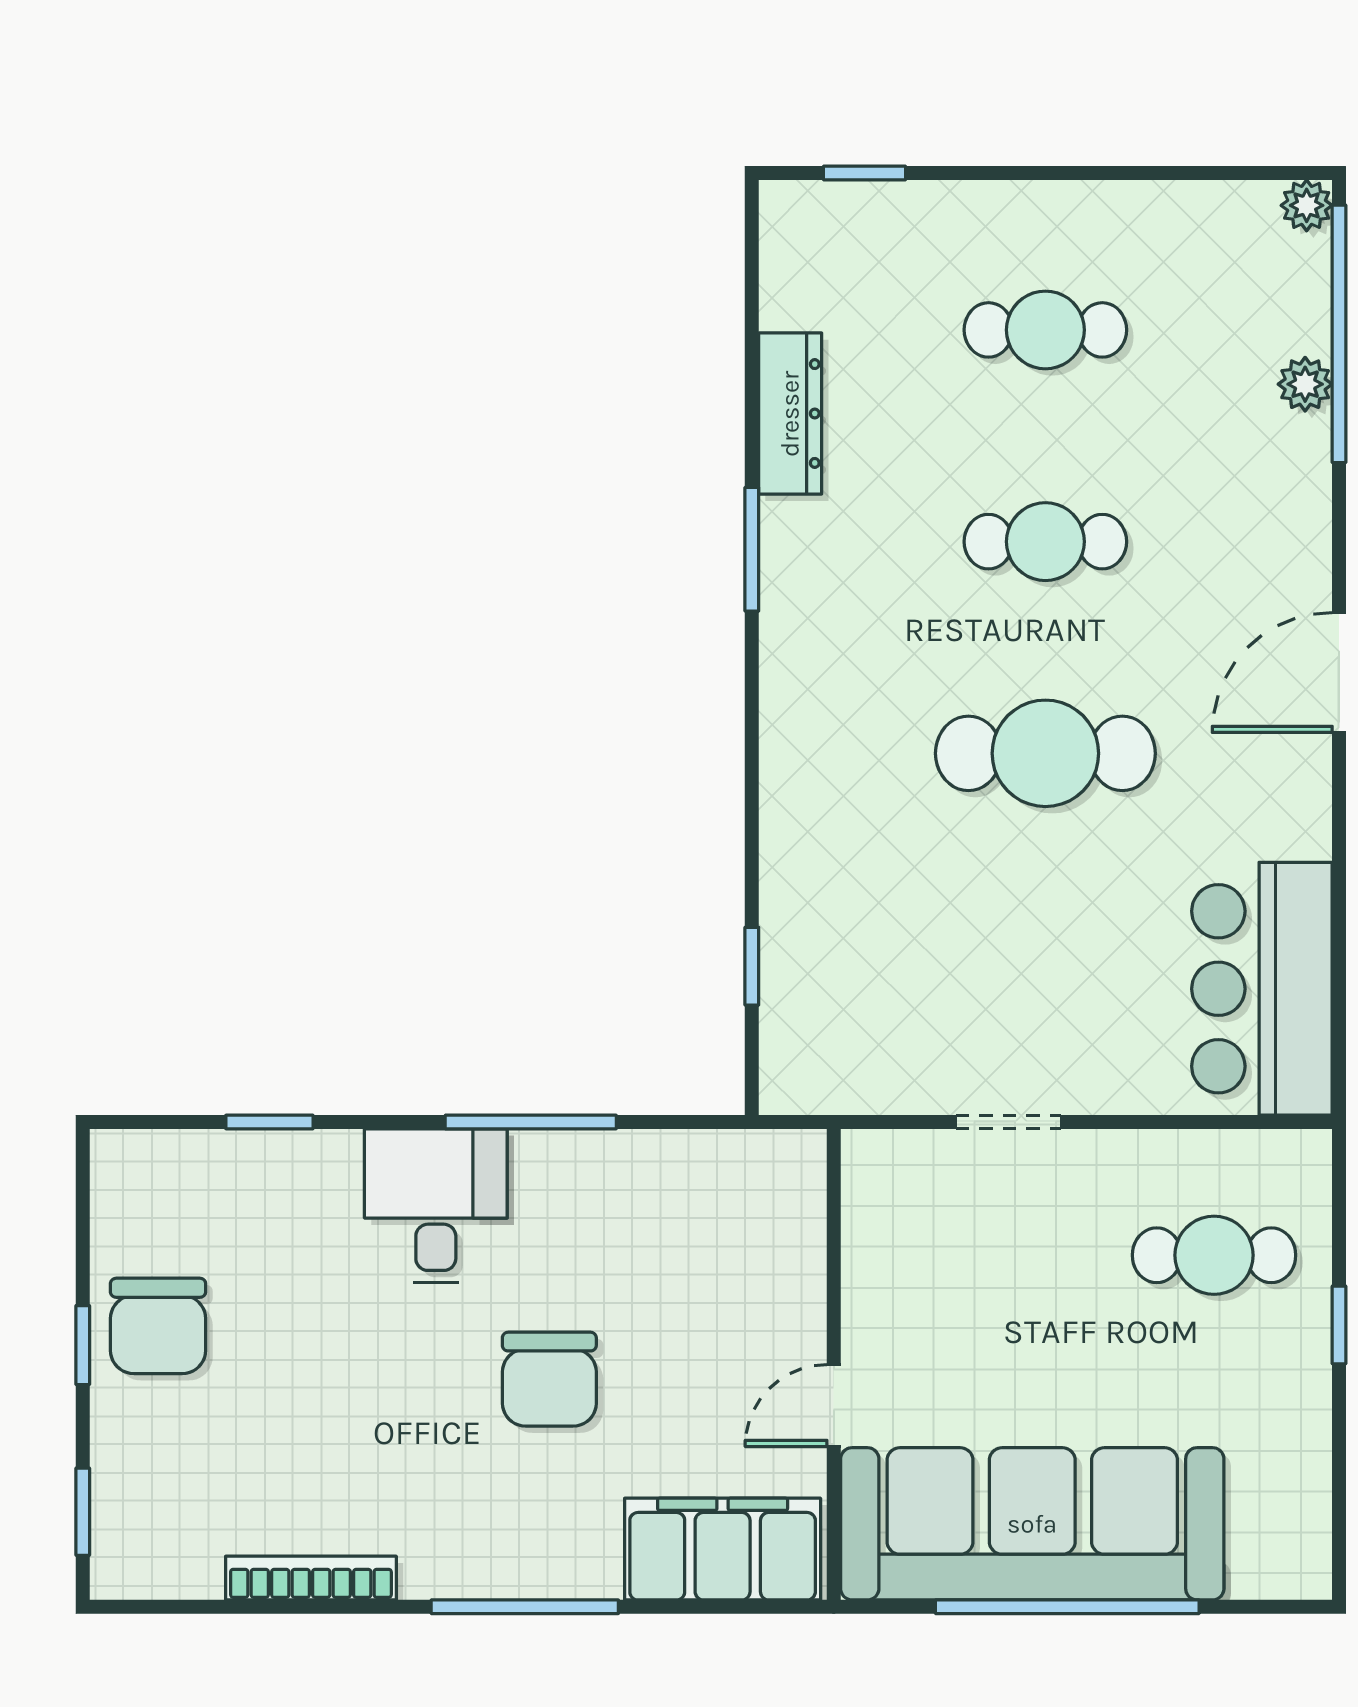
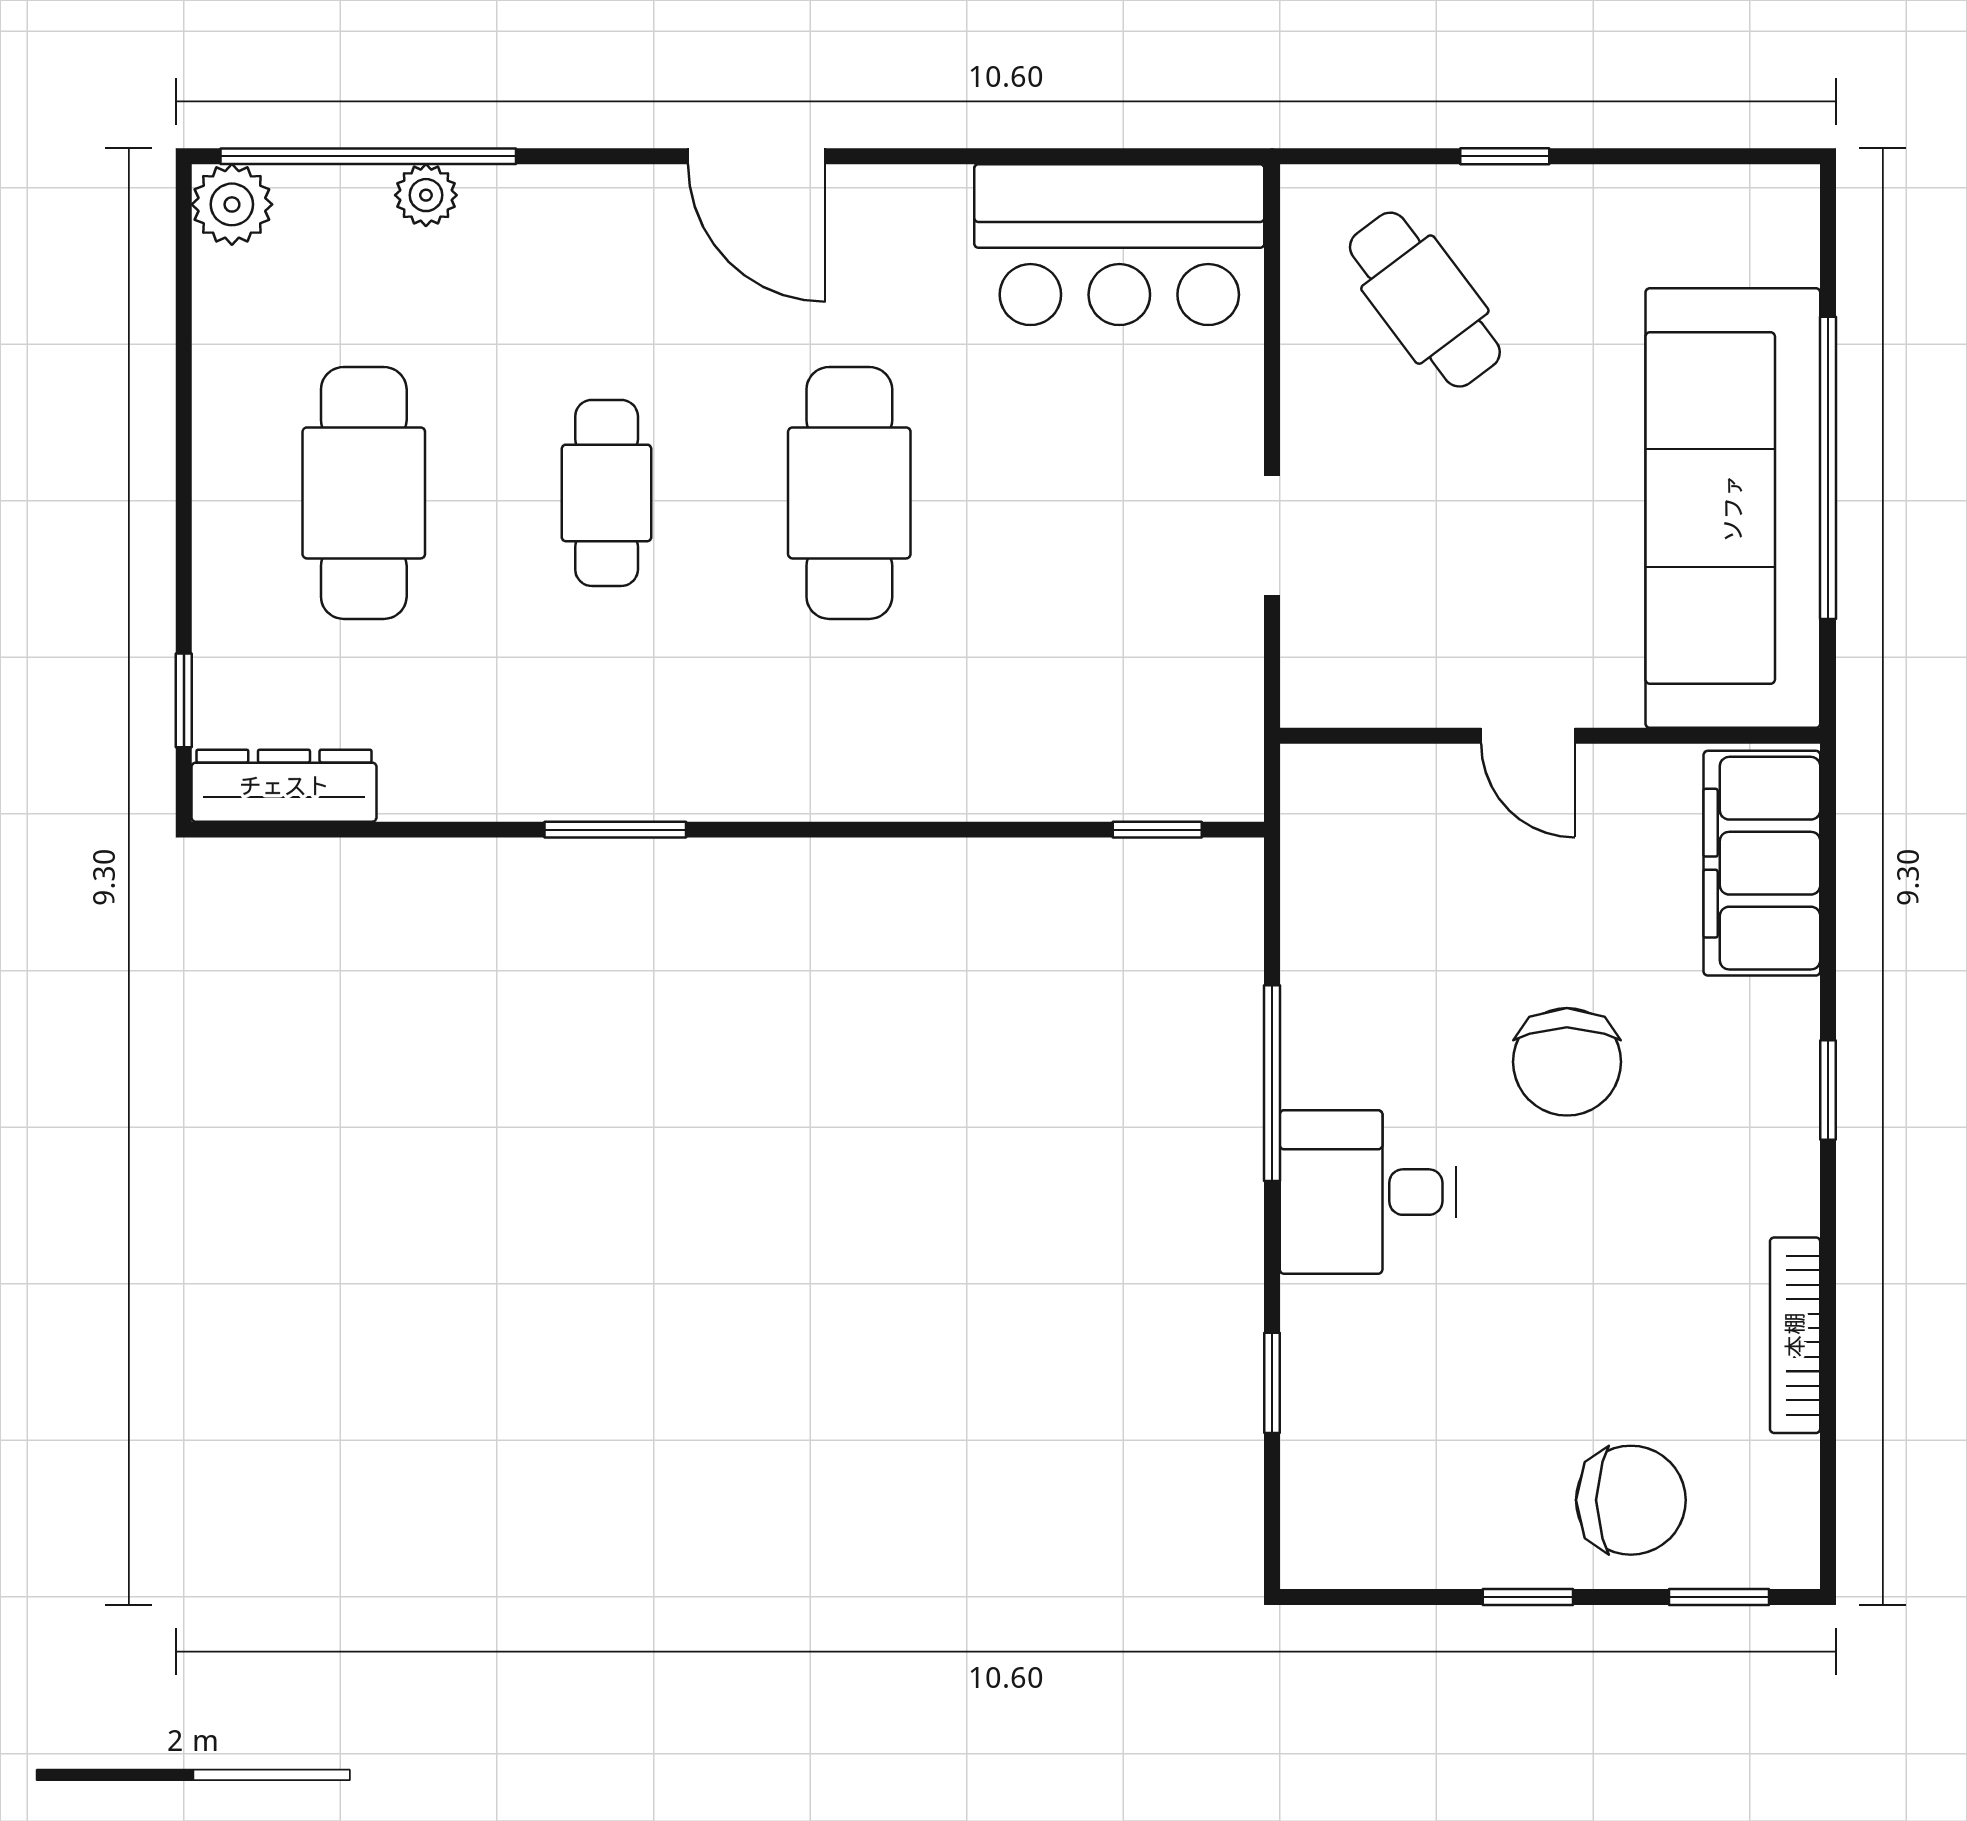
plant: (1307, 205) -> (232, 204), width x1.38, depth x1.38
cafe table: (1045, 330) -> (364, 493), width x1.37, depth x1.35
dresser: (790, 414) -> (284, 786), moved
window: (752, 966) -> (1157, 830), moved
cafe table: (1214, 1255) -> (1425, 300), turned -37
chair: (158, 1326) -> (1631, 1500), moved
chair: (549, 1379) -> (1567, 1062), turned 90
door: (834, 1406) -> (1528, 736), moved
window: (525, 1607) -> (1828, 1090), width x0.46

